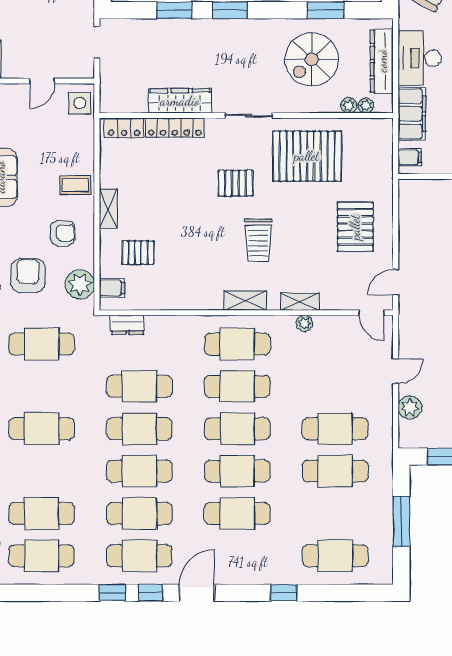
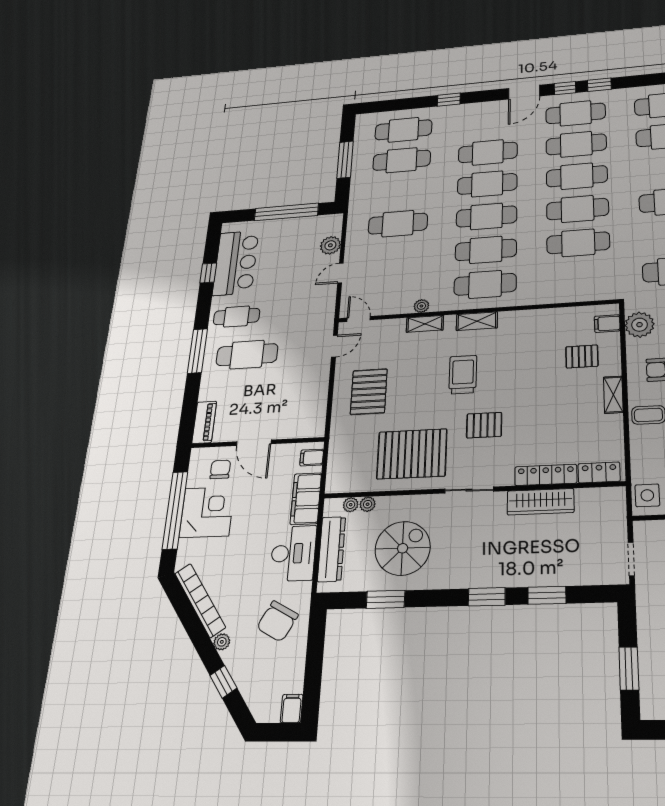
dresser: (127, 325) -> (591, 293), removed
cafe table: (335, 471) -> (402, 160), moved

